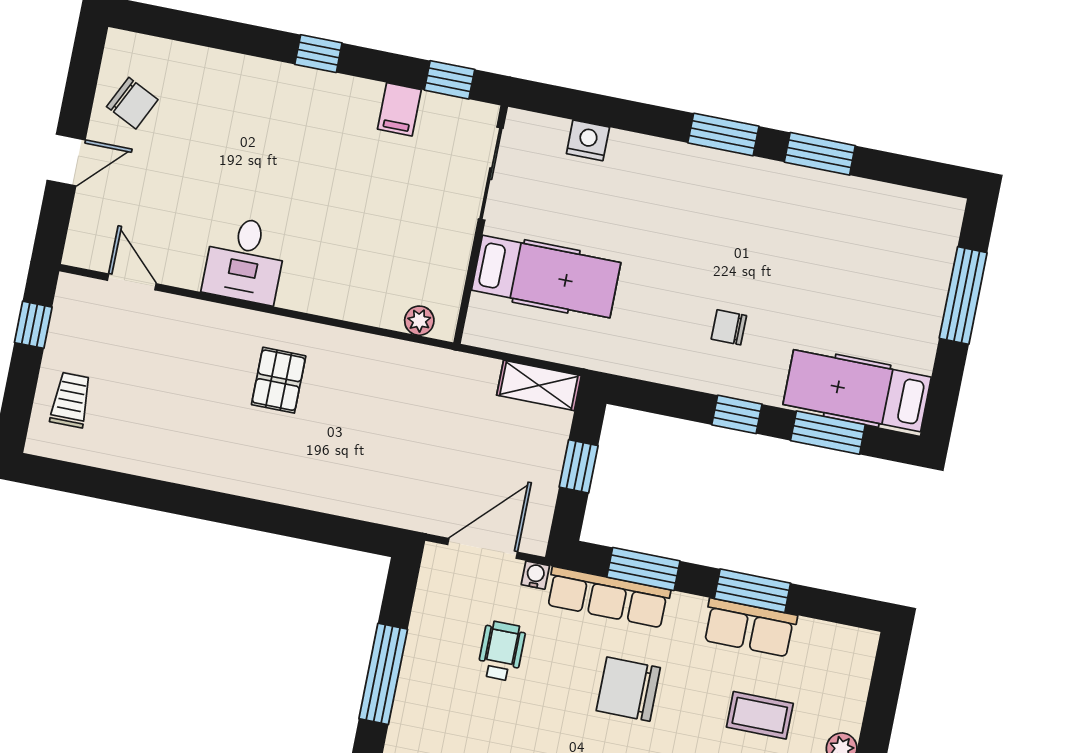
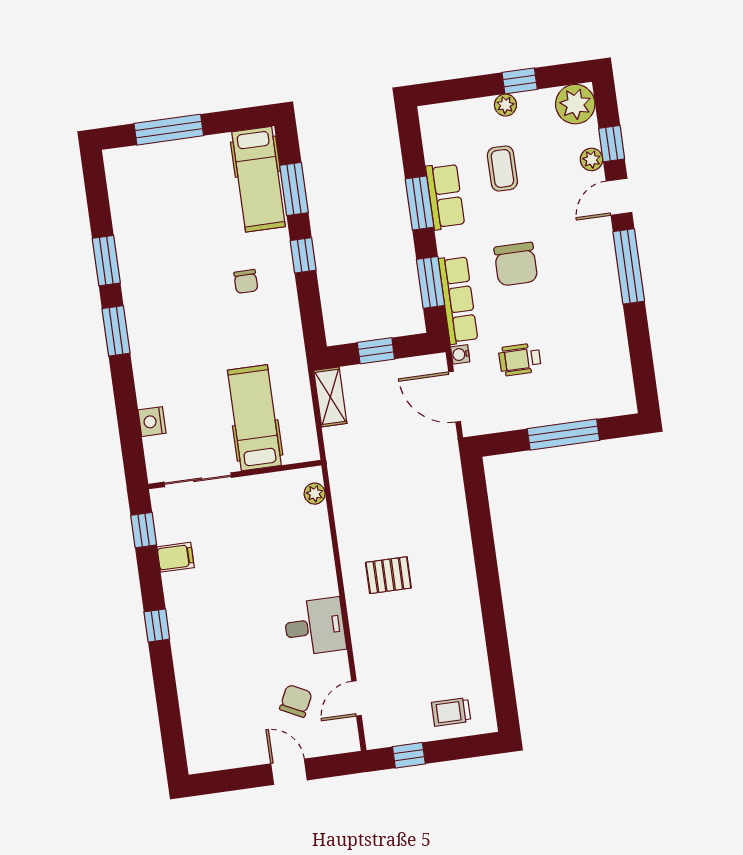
chair: (132, 103) -> (296, 701), moved

